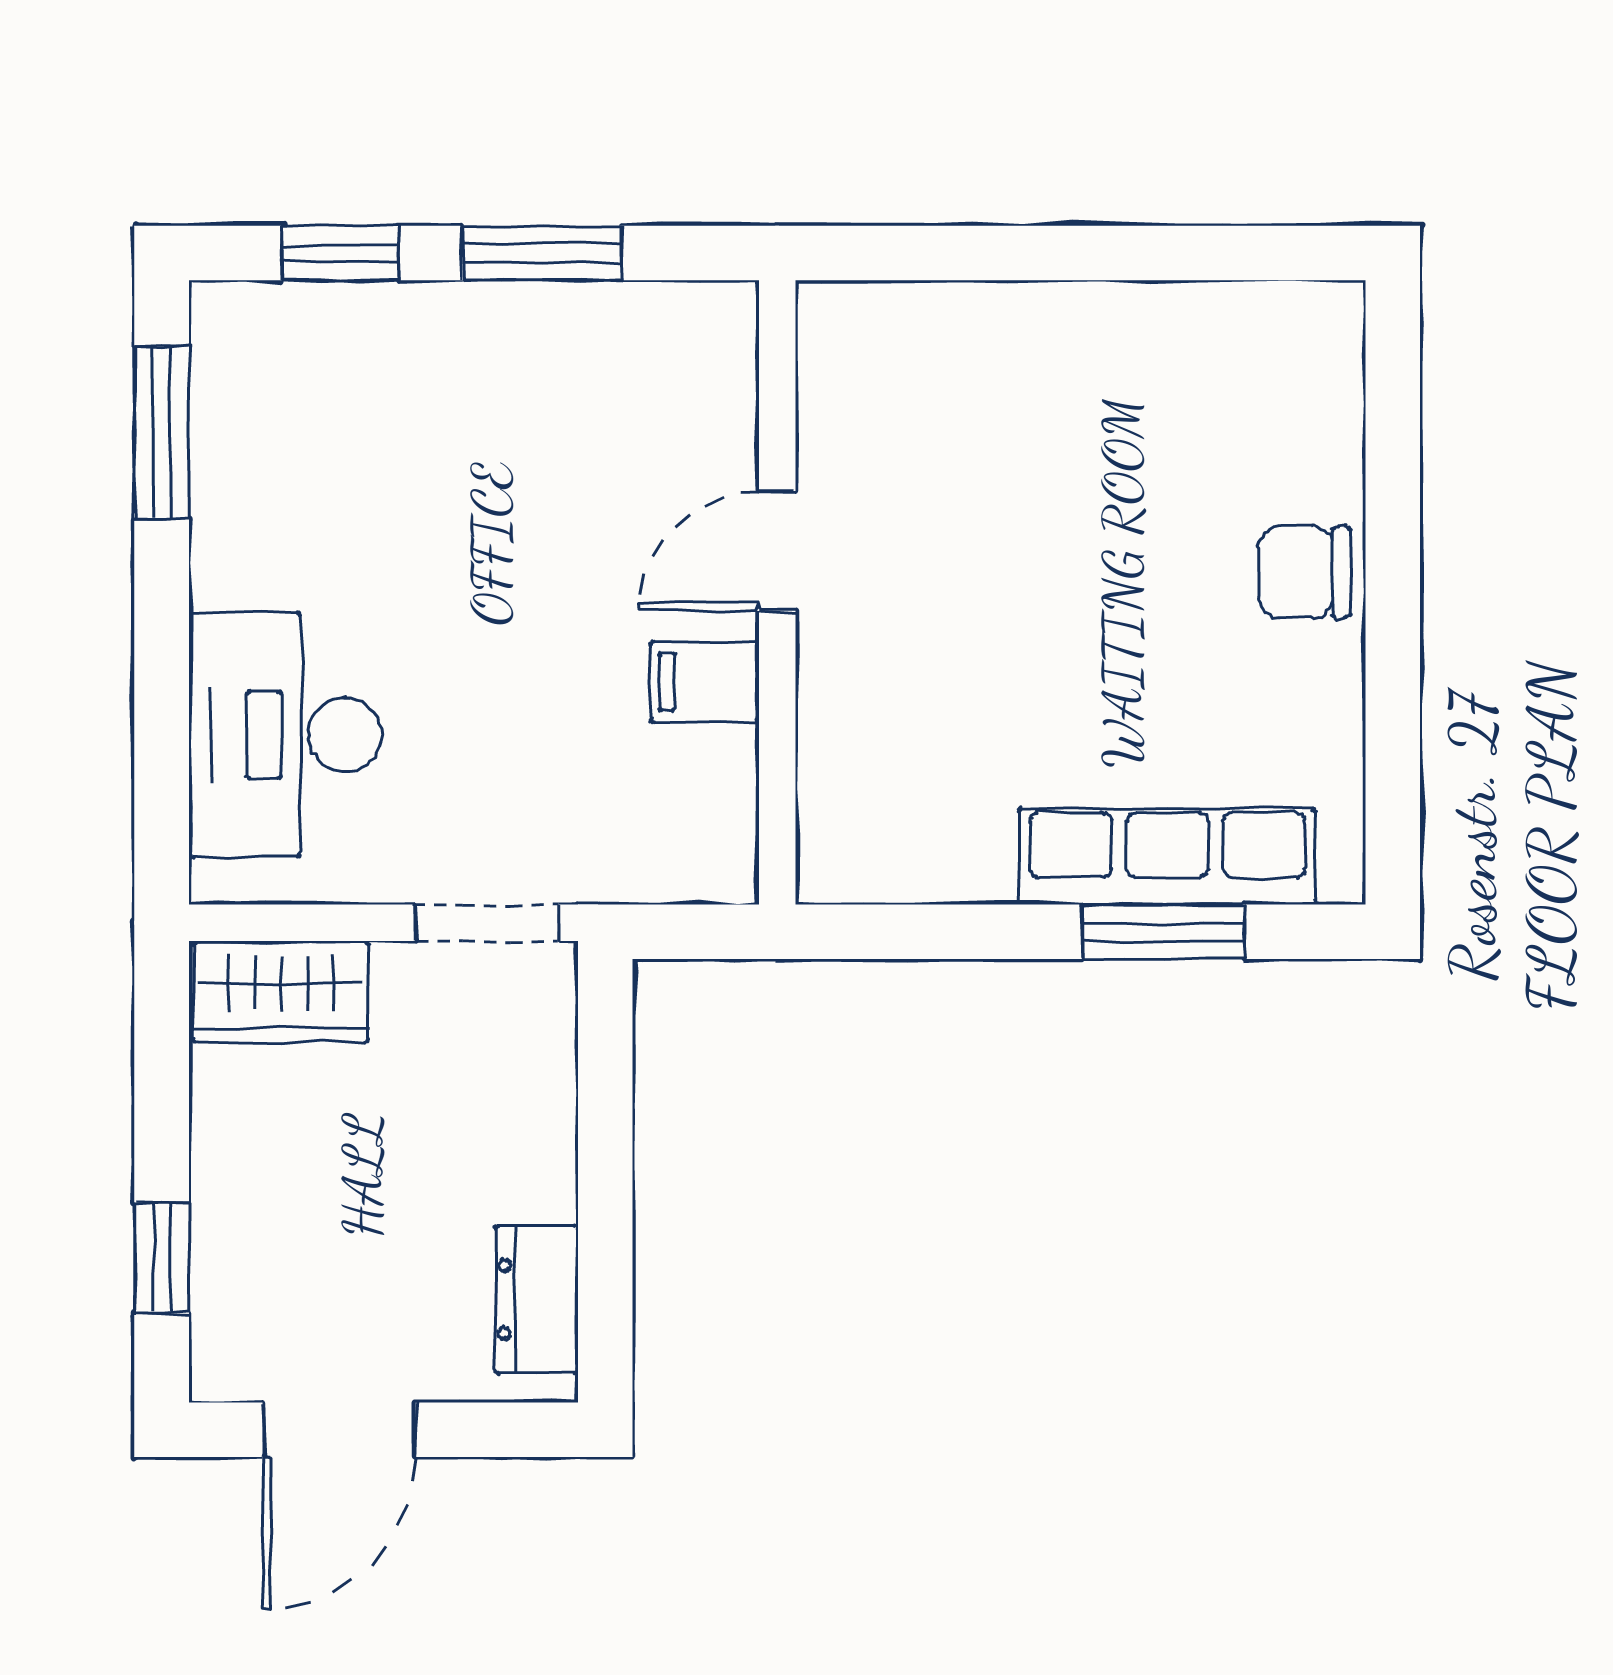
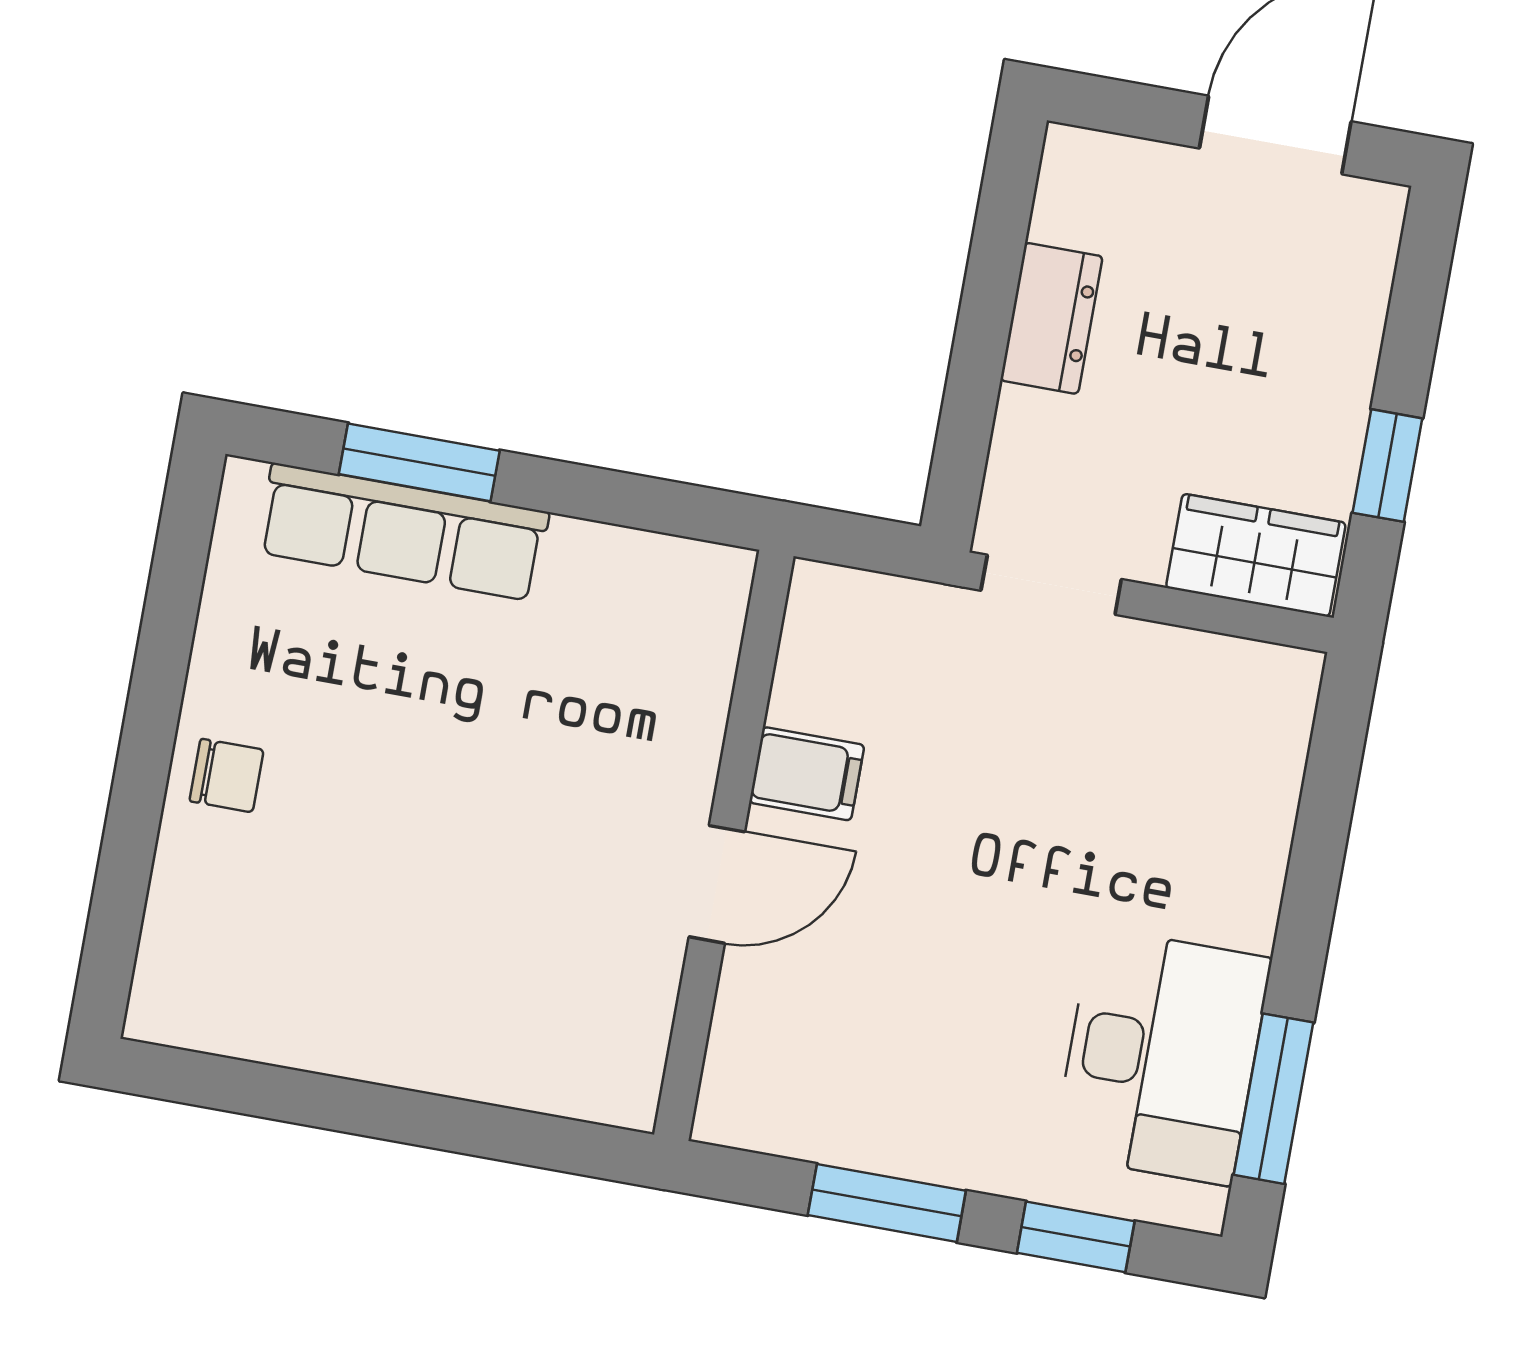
chair: (1304, 572) -> (227, 775), width x0.73, depth x0.73
desk: (285, 735) -> (1162, 1056), moved
window: (162, 1258) -> (1387, 466), moved
dresser: (537, 1299) -> (1051, 318), moved

